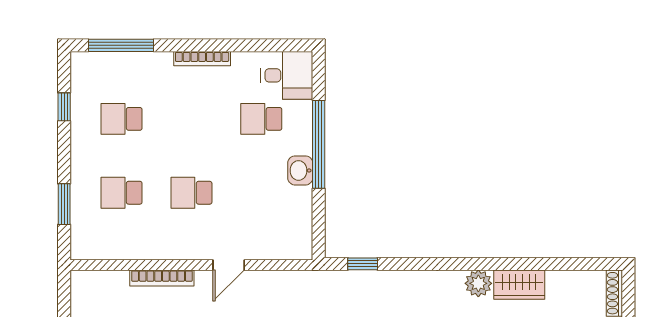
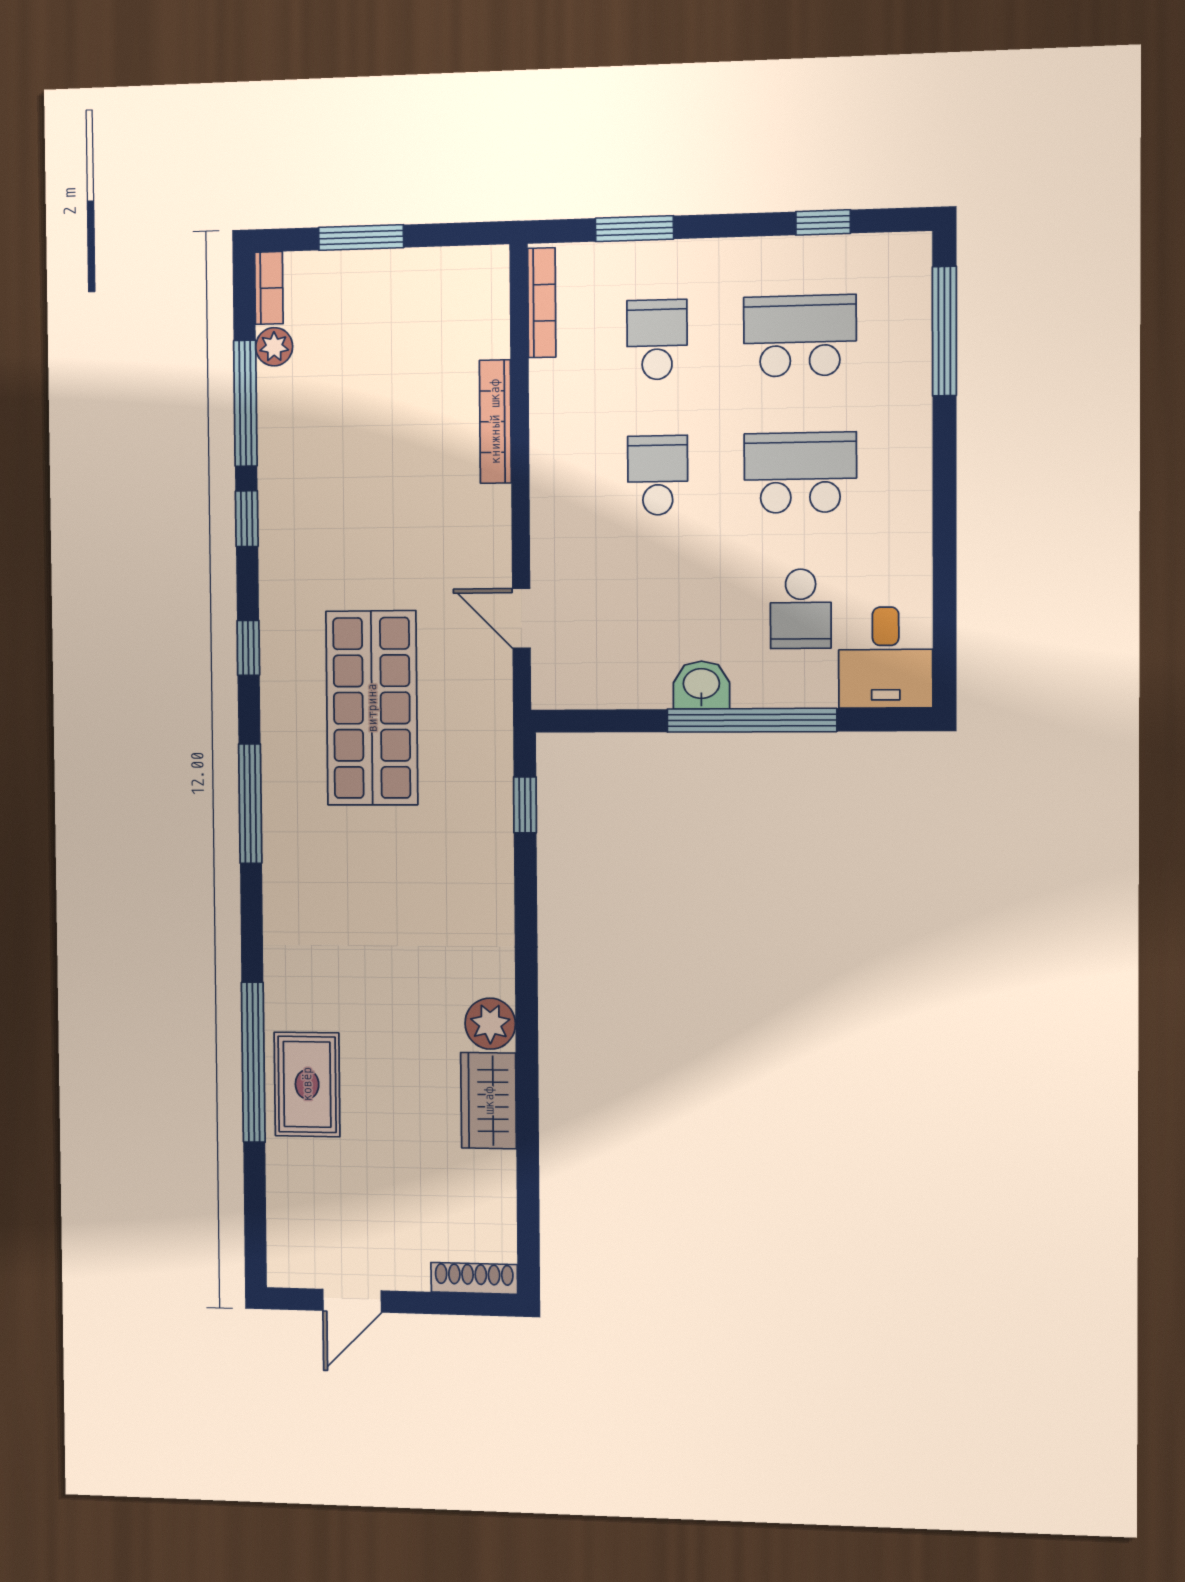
bookcase: (202, 59) -> (542, 303), moved, turned 180
school desk: (122, 119) -> (800, 336), width x1.85
school desk: (191, 119) -> (800, 473), added
school desk: (261, 119) -> (801, 609), turned 180
door: (229, 265) -> (521, 618), moved

